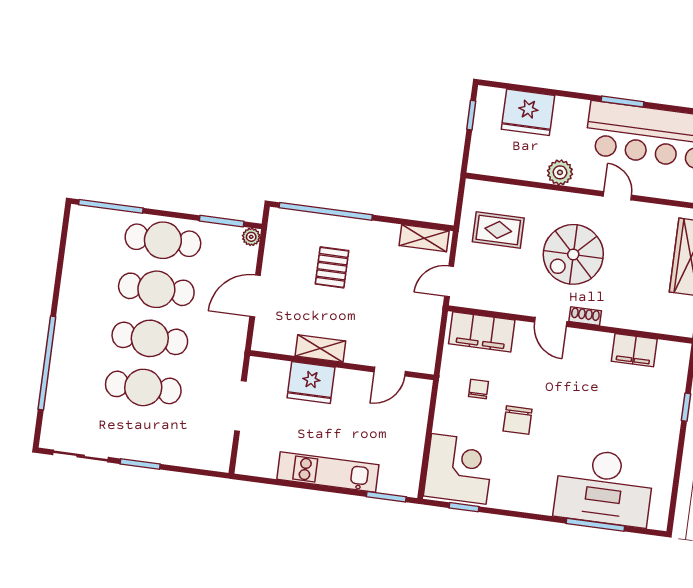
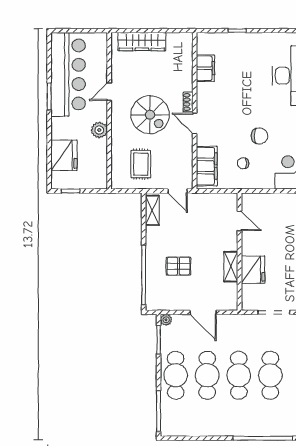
door: (551, 322) -> (195, 123), swing flipped

